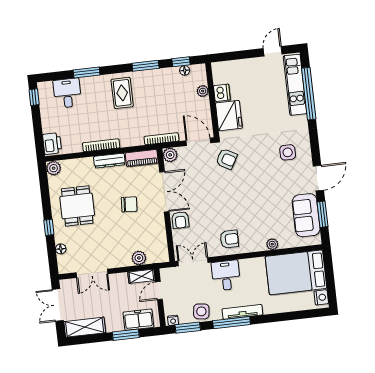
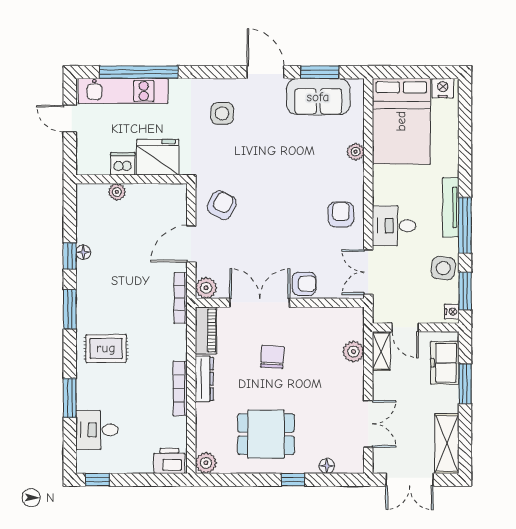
plant: (203, 91) -> (117, 192), moved
dishwasher: (222, 93) -> (123, 164), moved
wall: (212, 100) -> (132, 179), moved
fridge: (229, 116) -> (158, 157), moved

